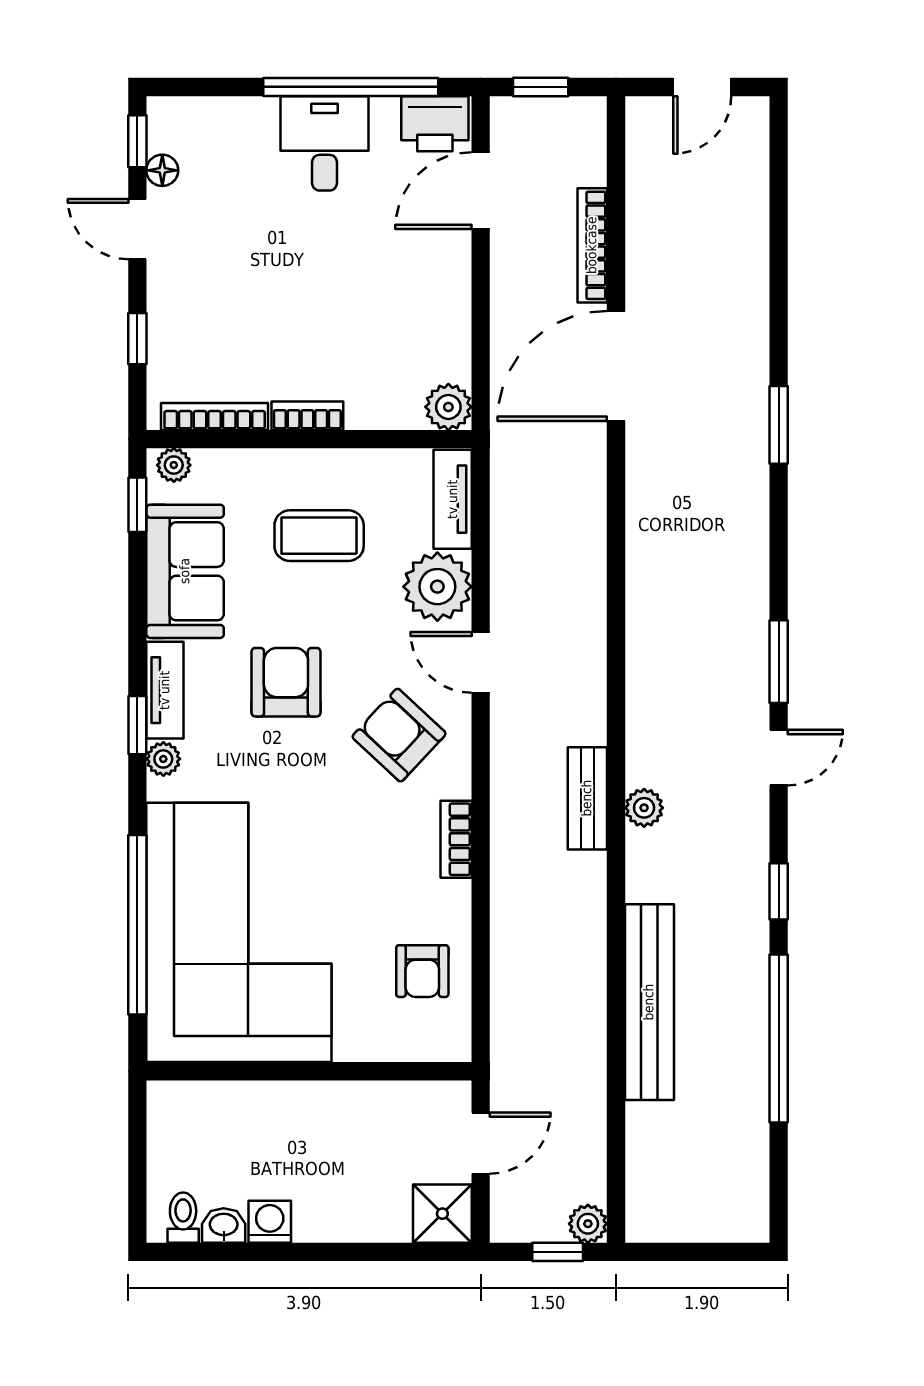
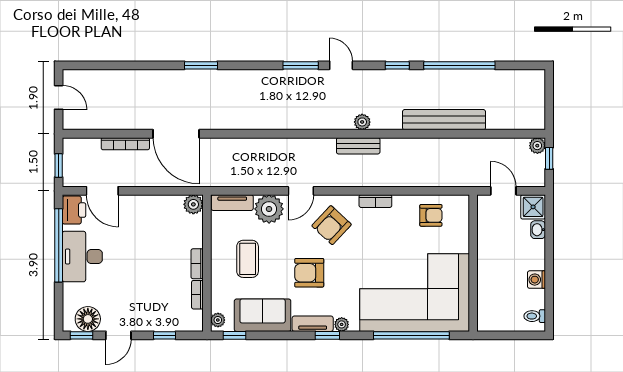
desk: (325, 143) -> (82, 257), width x1.37
floor lamp: (162, 170) -> (88, 319), width x1.89, depth x1.89
bookcase: (215, 416) -> (197, 295), width x0.64
washbasin: (224, 1225) -> (538, 230), moved

